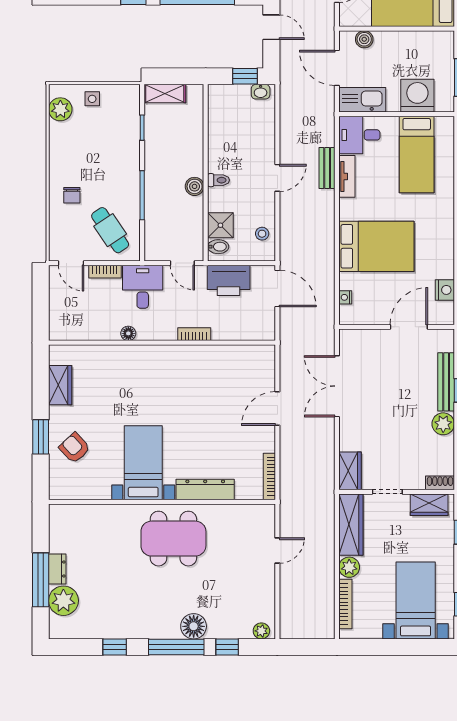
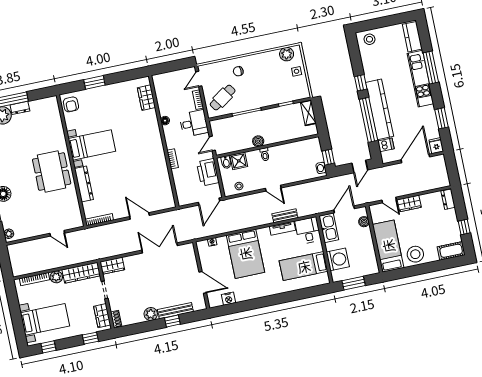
wardrobe: (60, 385) -> (146, 98), moved, turned 90
armchair: (75, 448) -> (71, 104), moved, turned 133

